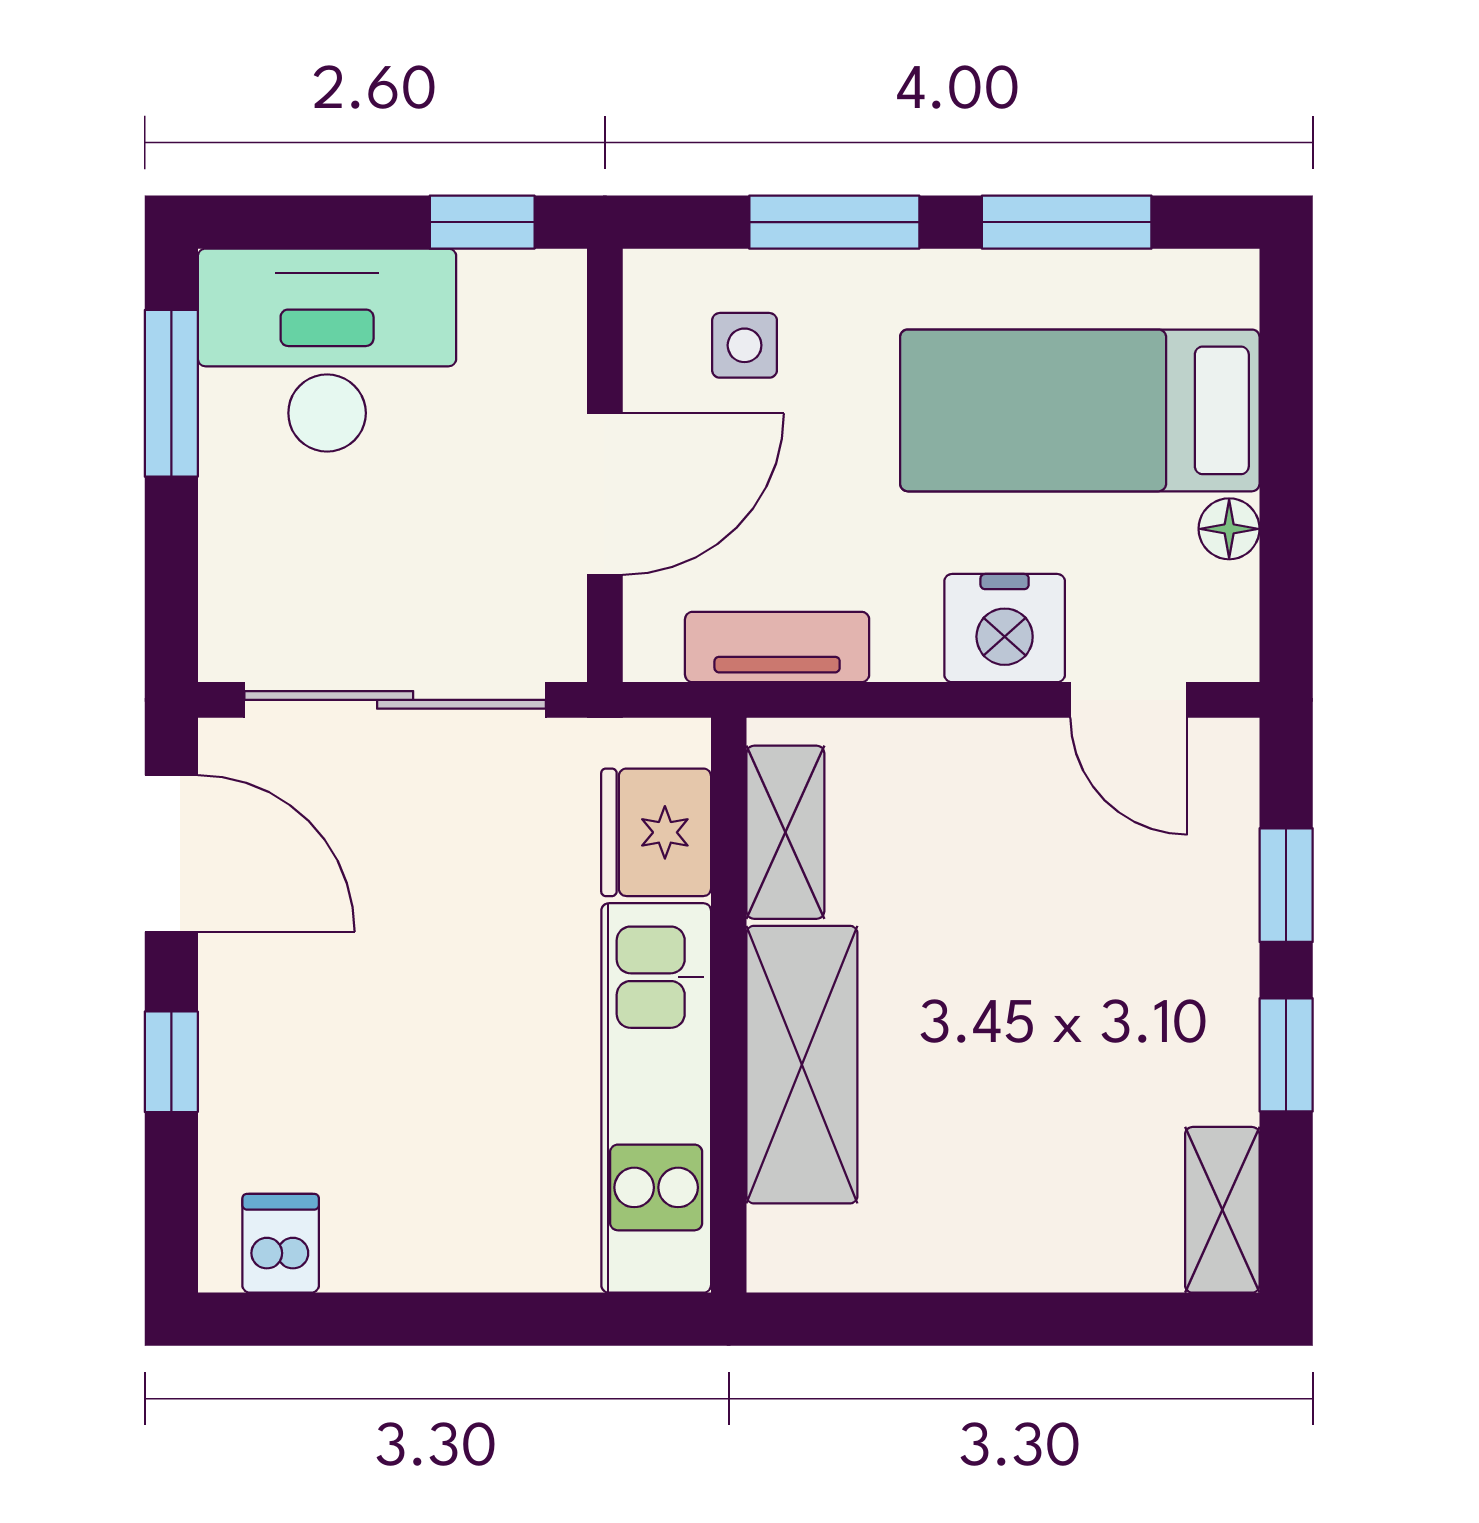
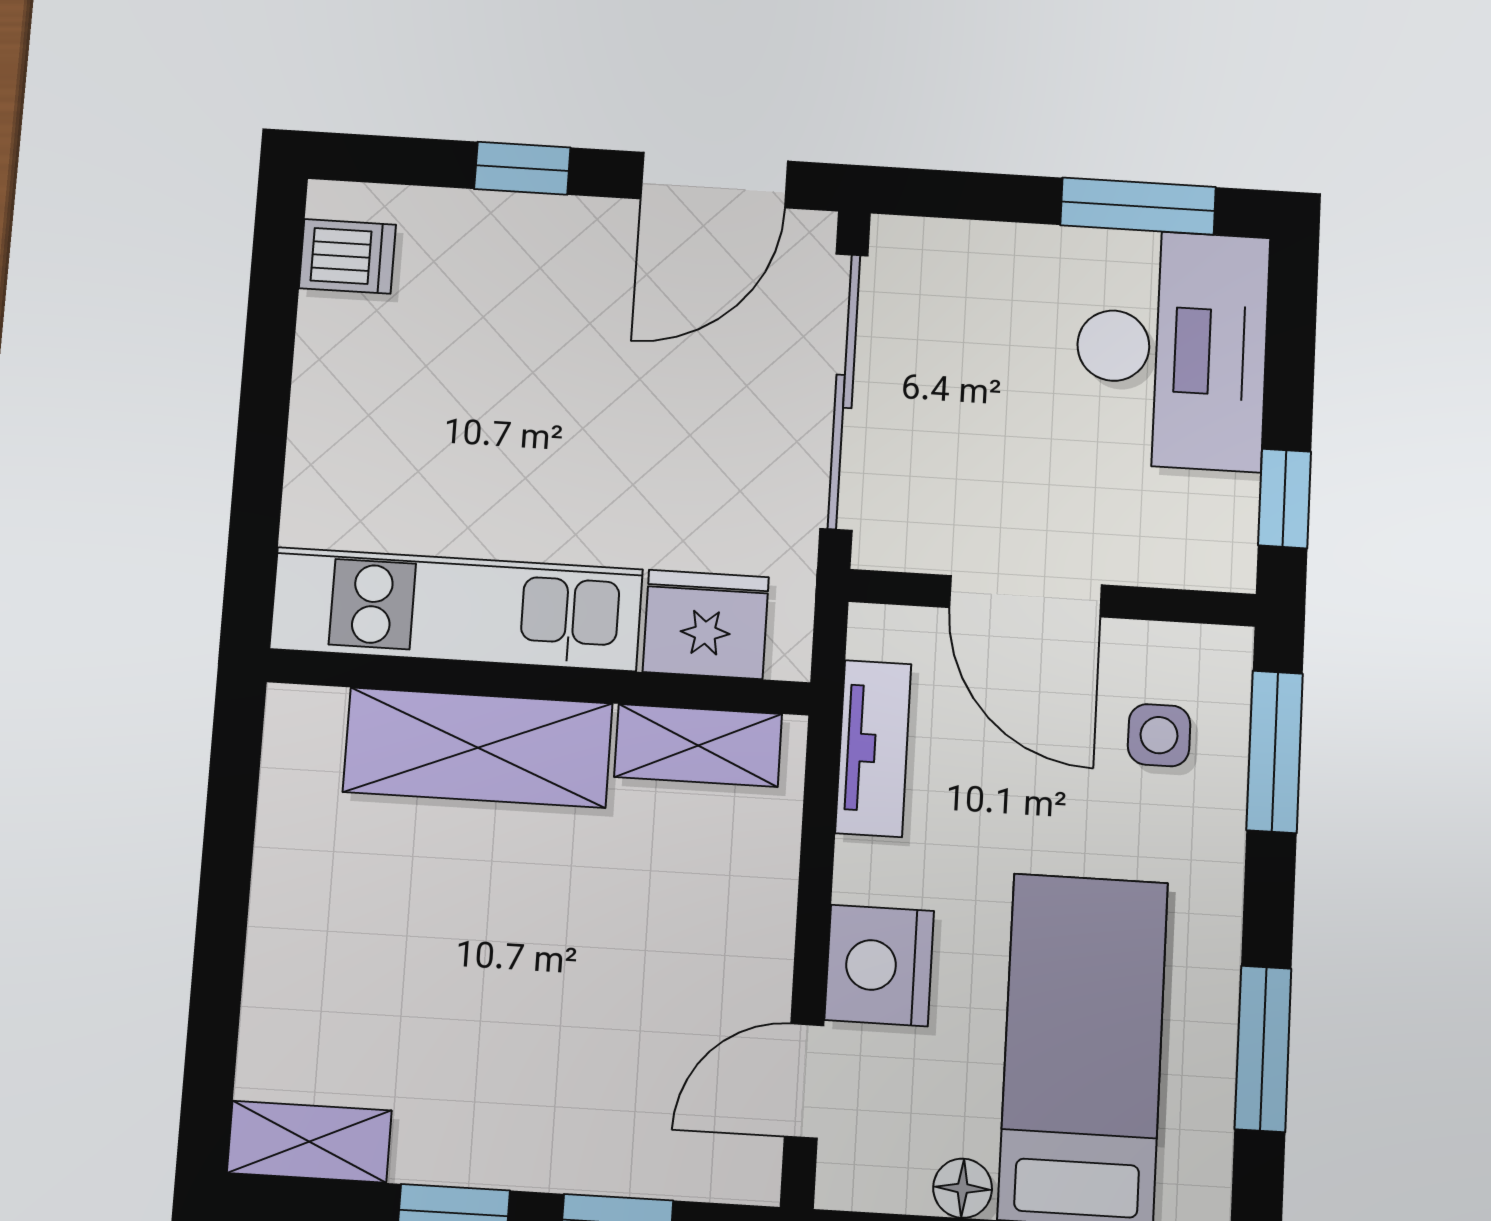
window: (834, 222) -> (1275, 752), moved

